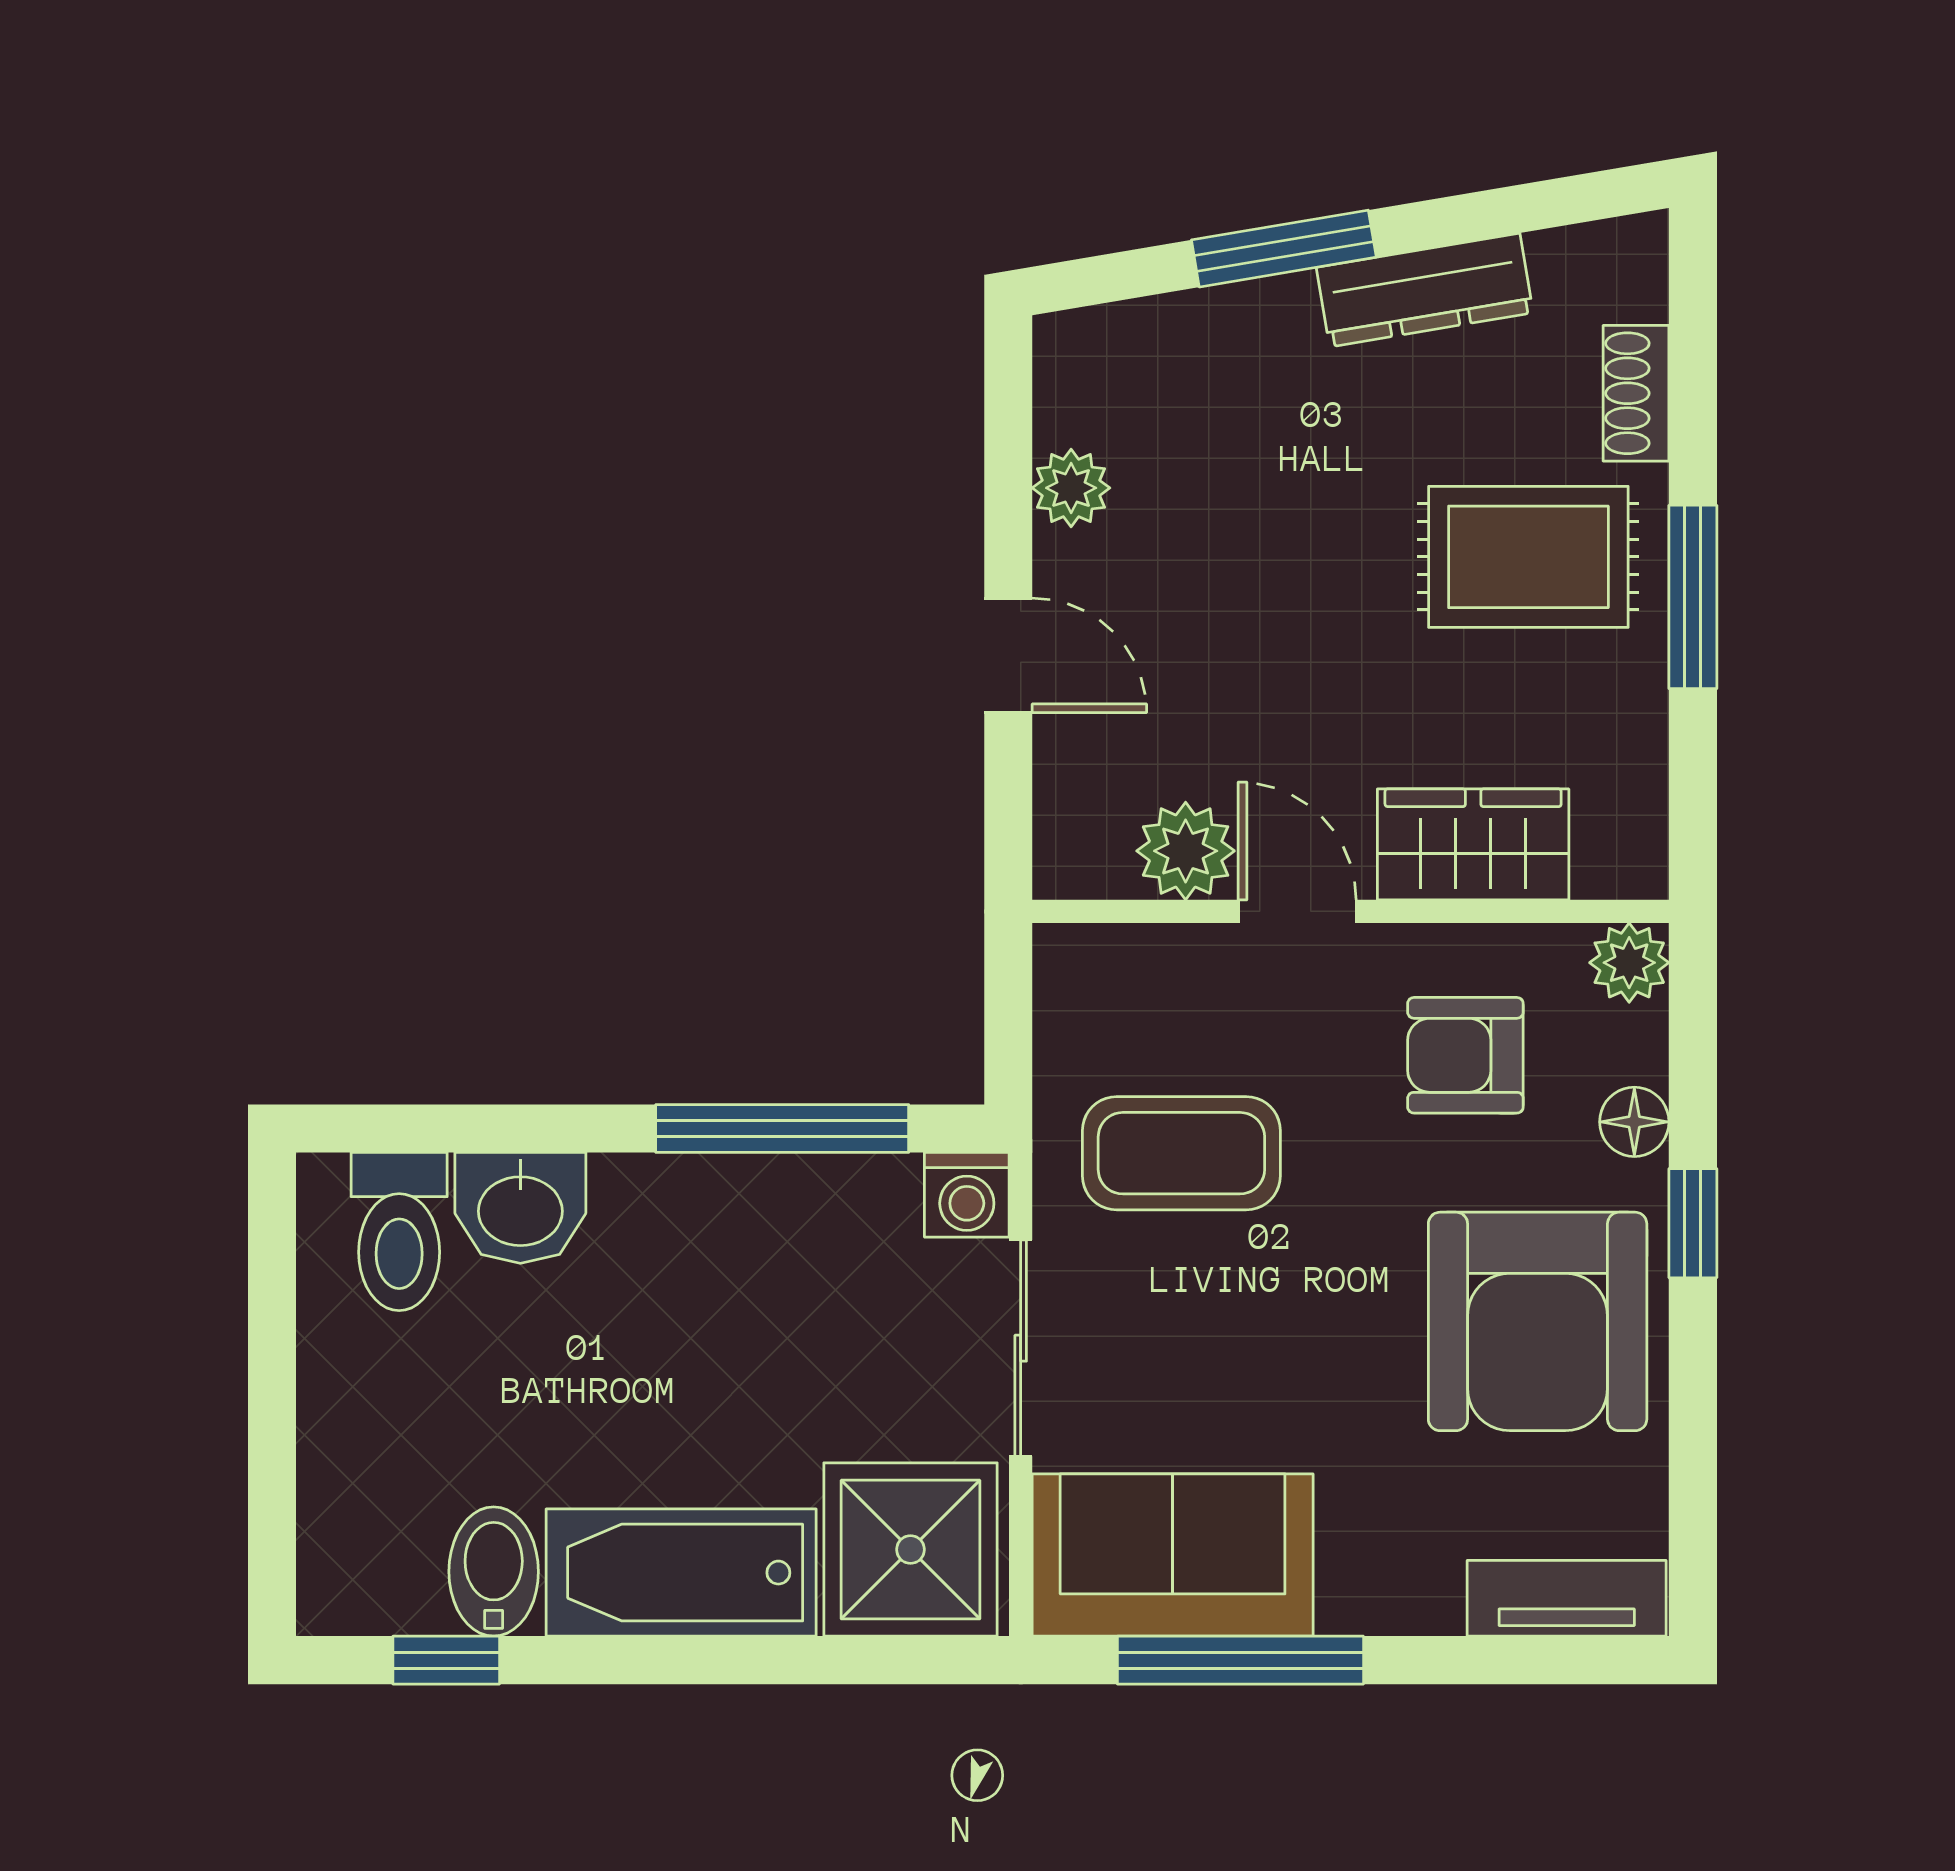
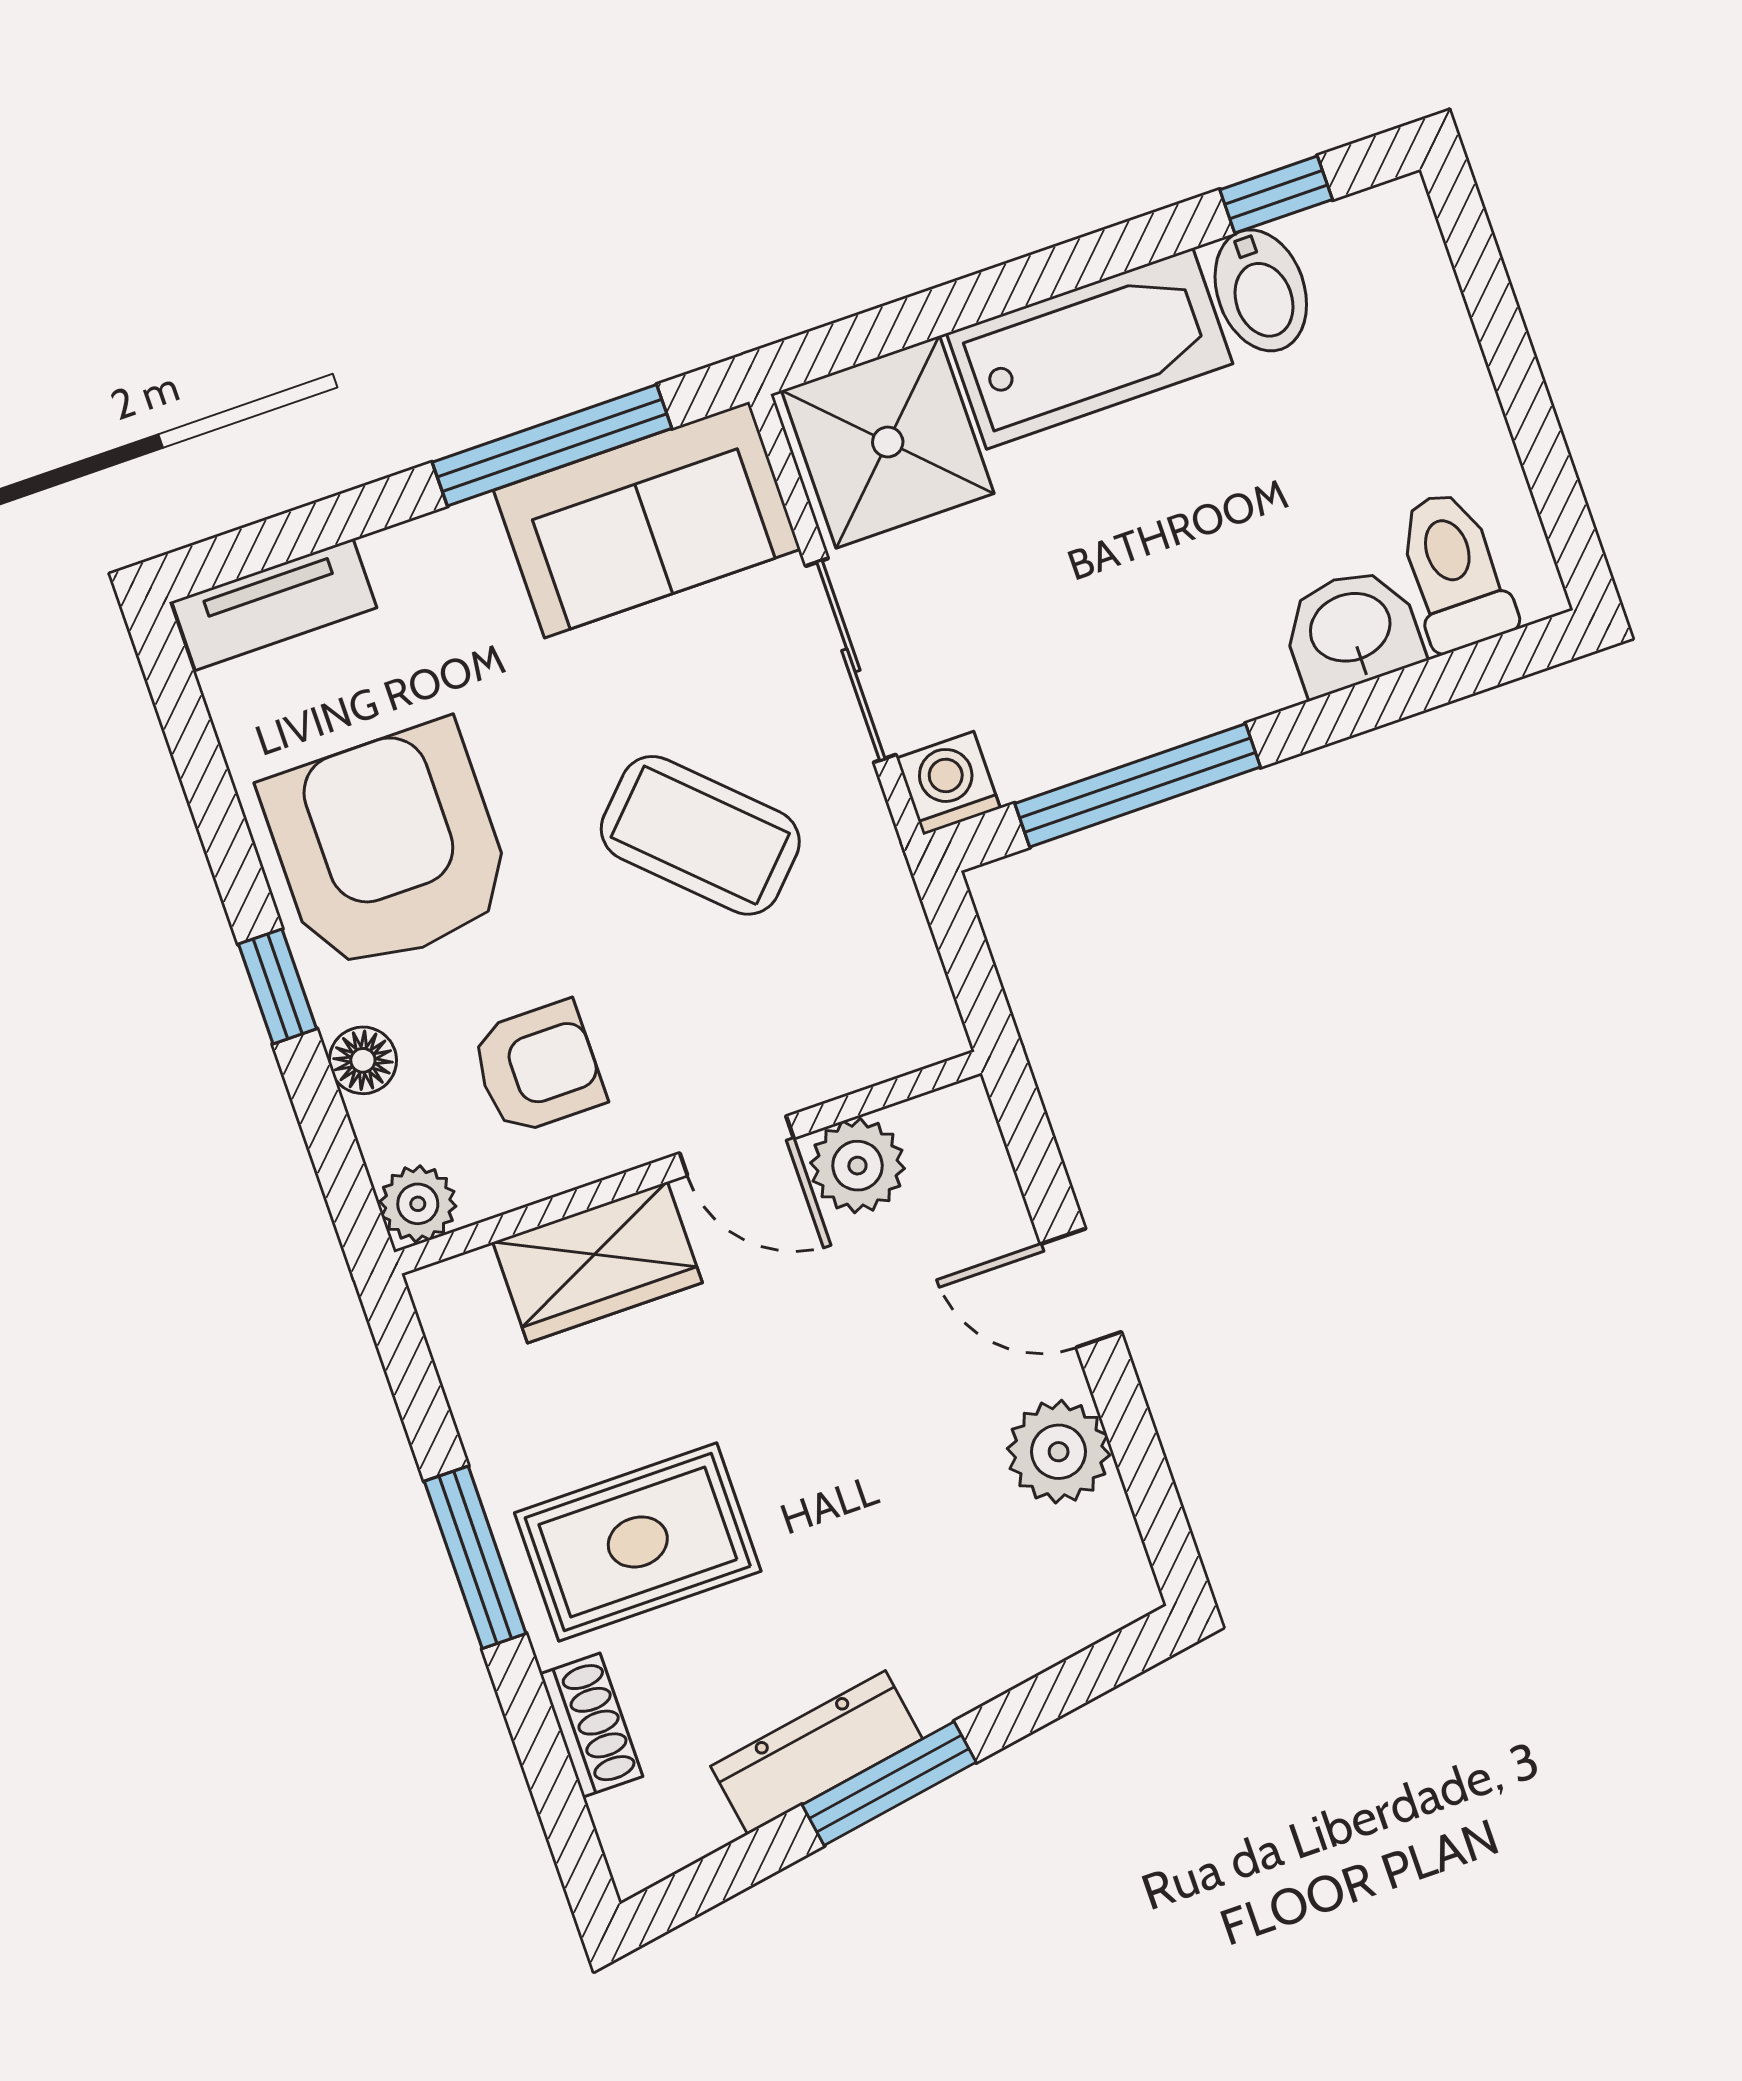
window: (1284, 249) -> (889, 1784), moved
plant: (1071, 488) -> (1059, 1452), width x1.38, depth x1.38
coffee table: (1181, 1153) -> (700, 835), moved, turned 44

